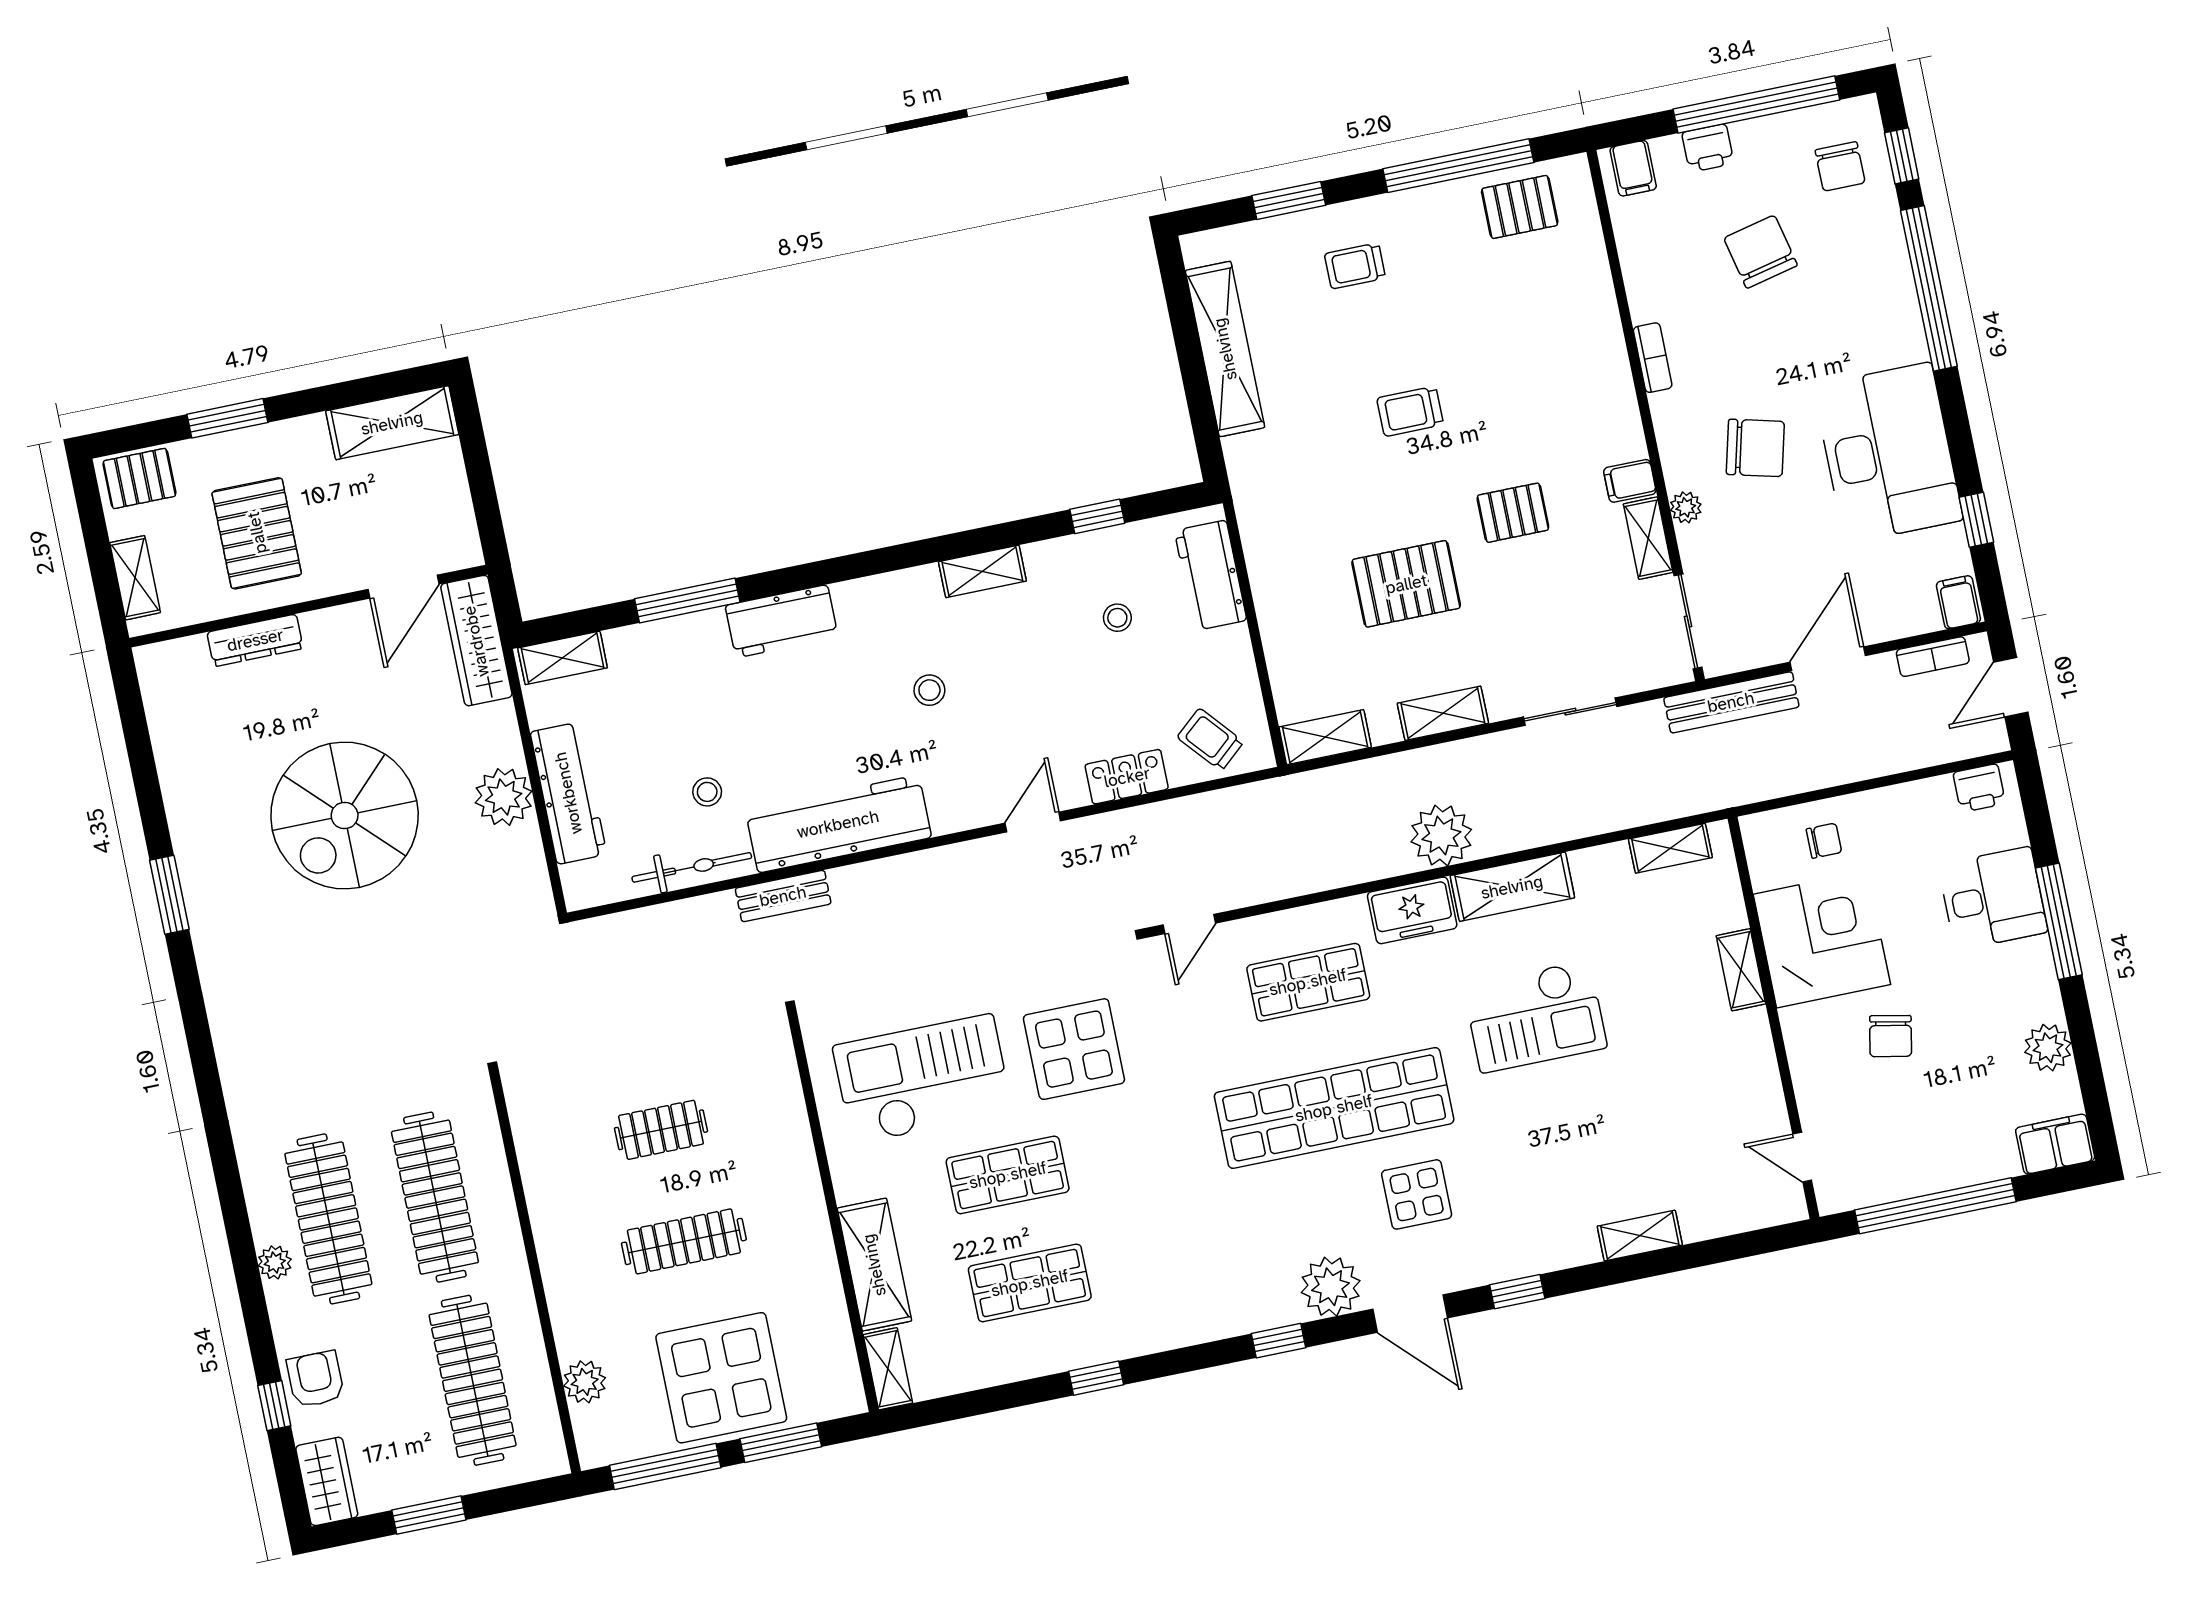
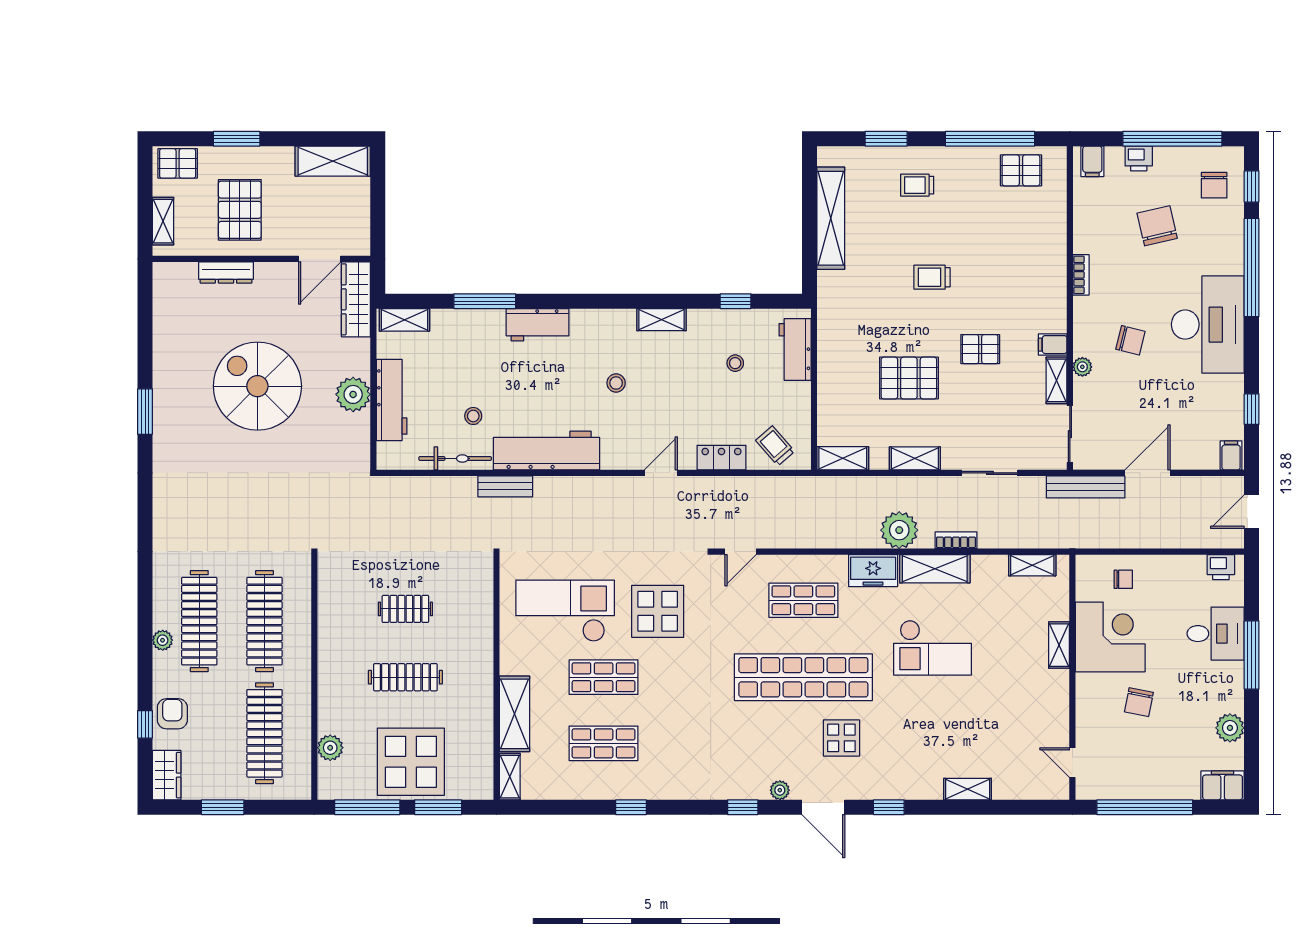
chair: (1755, 448) -> (1130, 340), width x0.73, depth x0.73
desk: (1888, 453) -> (1208, 325), moved
bookcase: (1933, 657) -> (956, 540), moved, turned 180
spiral stairs: (345, 816) -> (257, 386), turned 90
plant: (1331, 1287) -> (780, 790), width x0.53, depth x0.53

